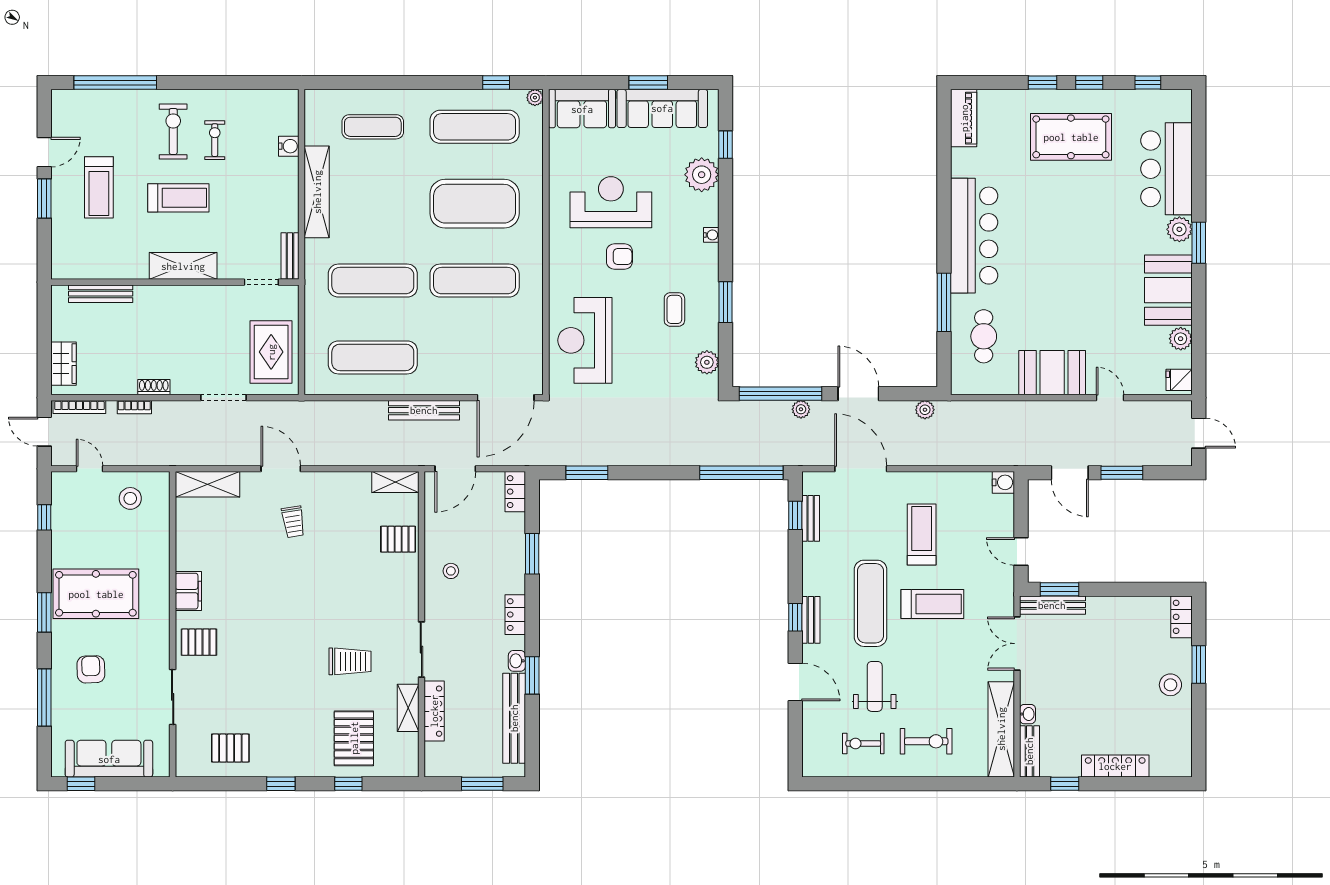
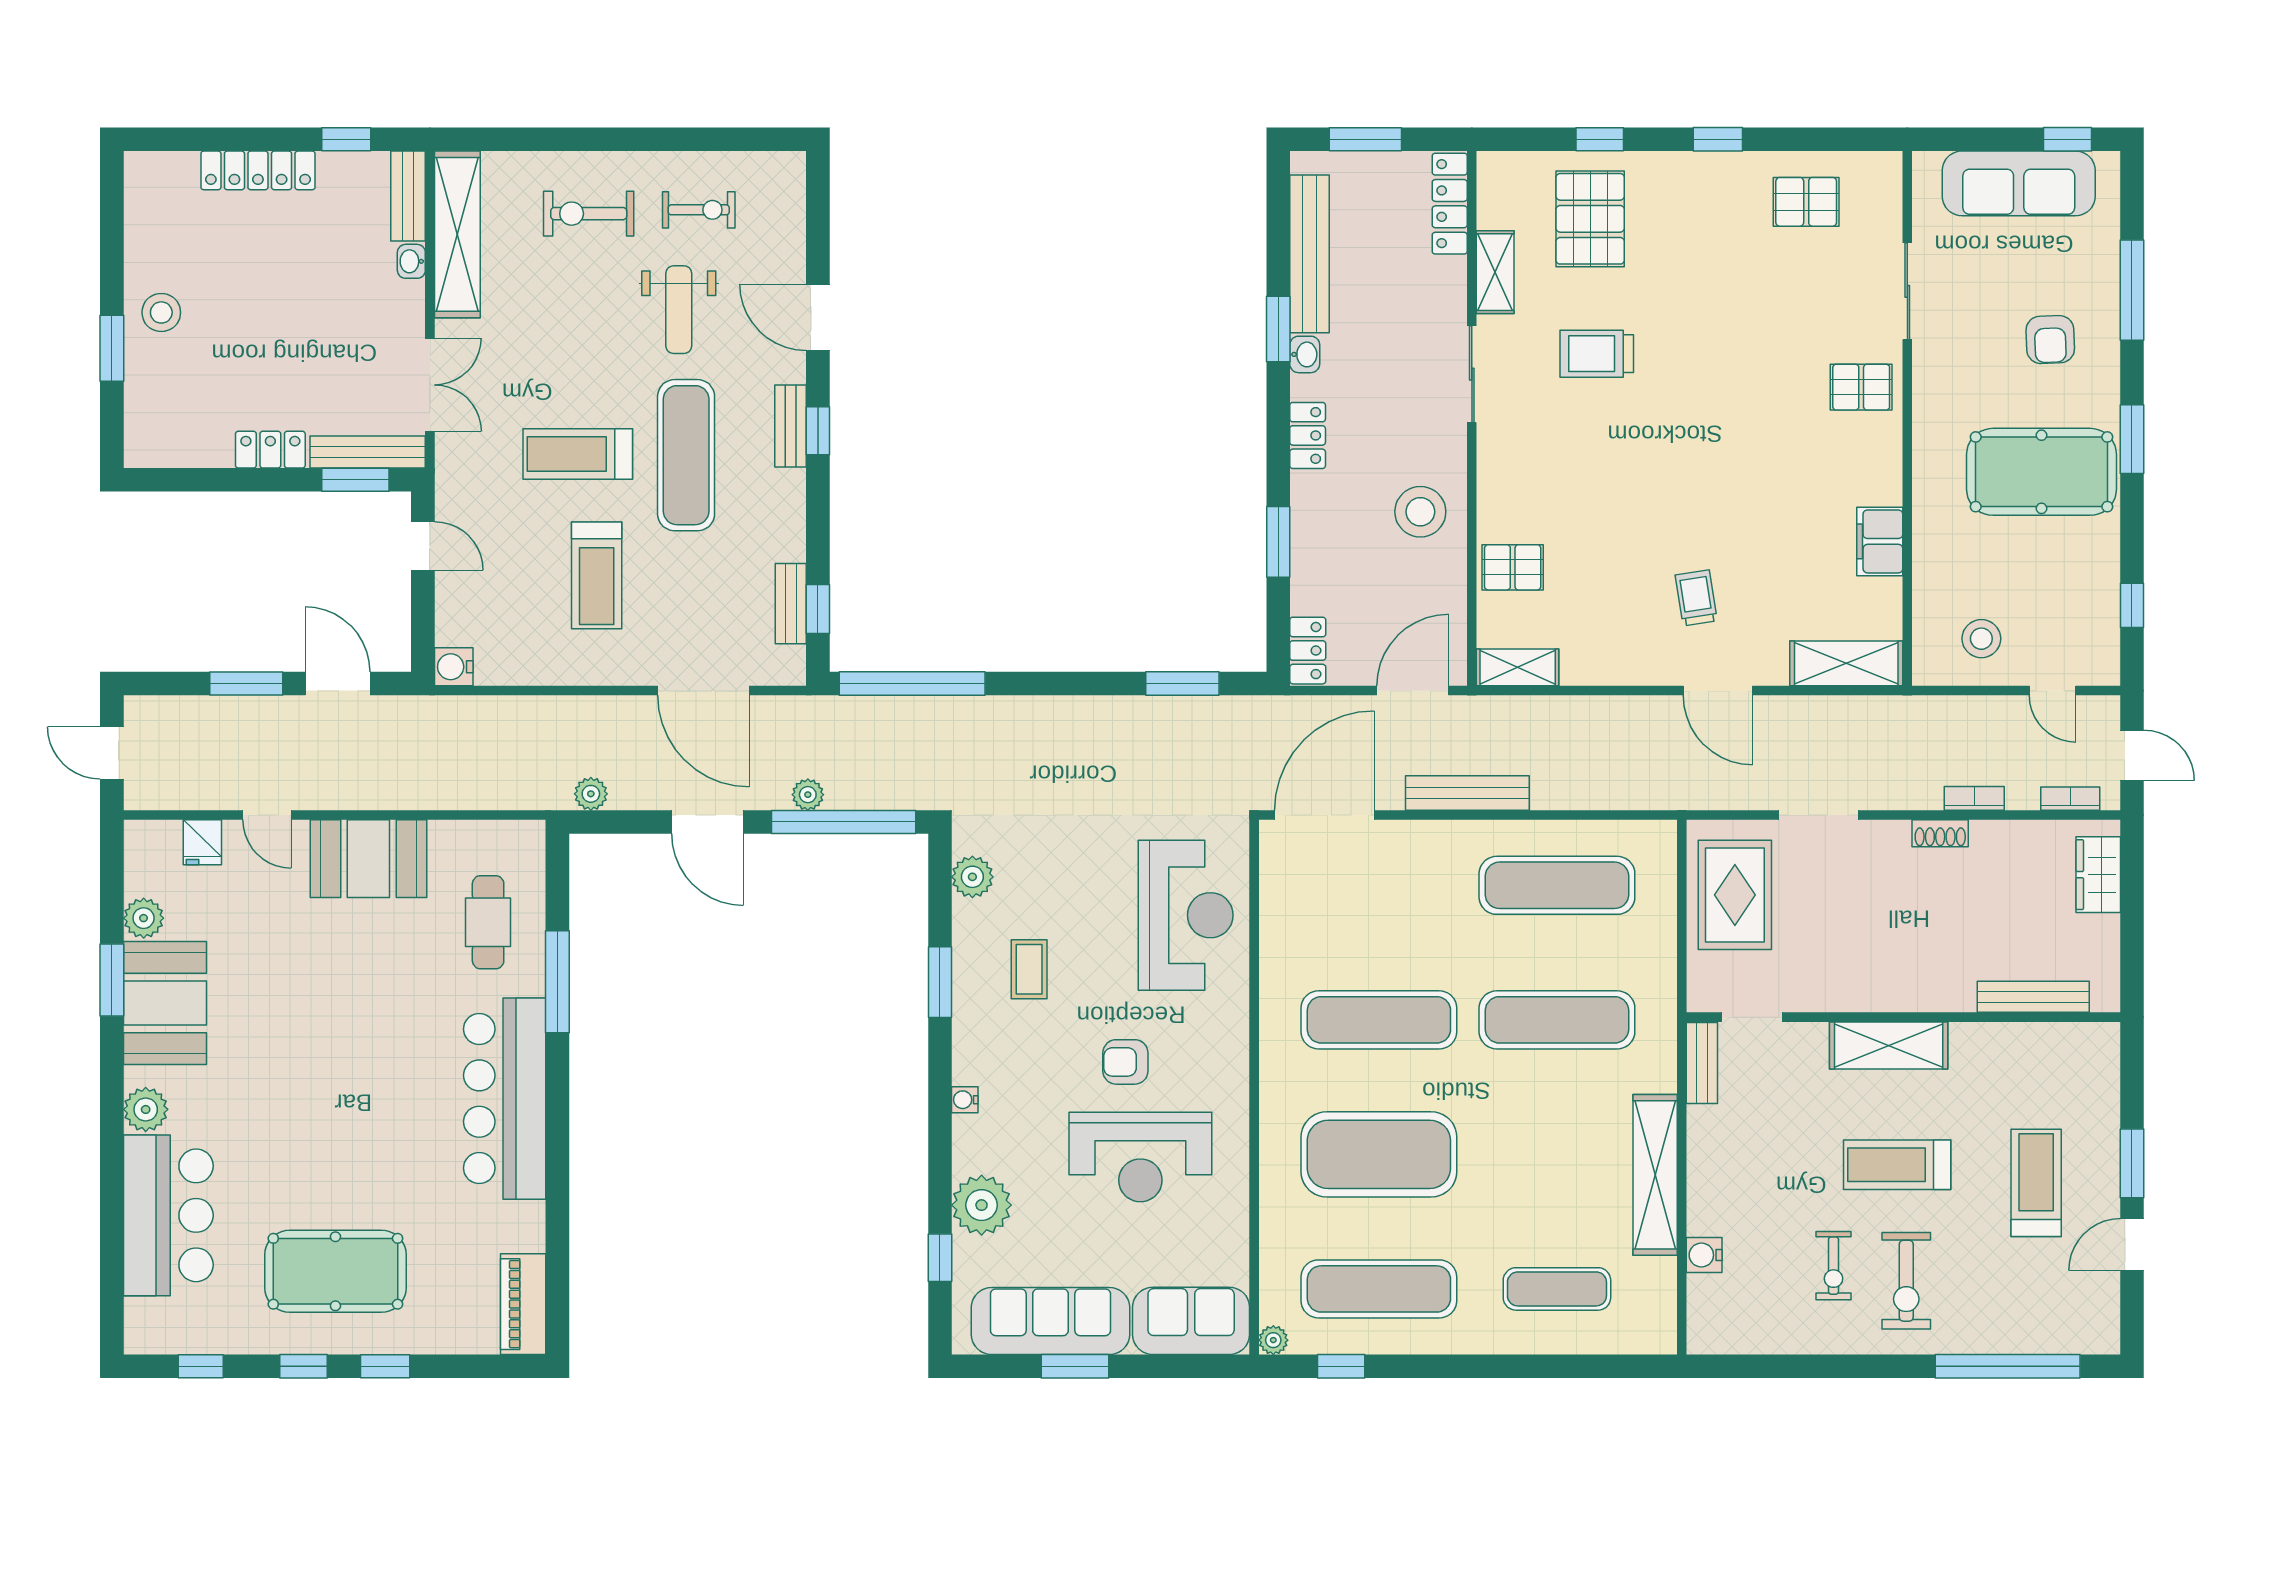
window: (1199, 243) -> (112, 980), moved
fridge: (1179, 380) -> (202, 842), moved, turned 90
bookcase: (79, 407) -> (2070, 799), width x0.64
stool: (451, 571) -> (1420, 512), width x1.89, depth x1.89
filing cabinet: (188, 591) -> (1880, 541), moved
locker: (1181, 617) -> (270, 450), moved, turned -90
locker: (434, 711) -> (1450, 204), moved

